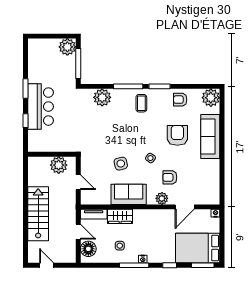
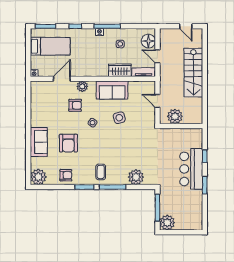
sofa: (210, 136) -> (39, 142), width x0.73
bed: (198, 248) -> (50, 46), width x0.67

